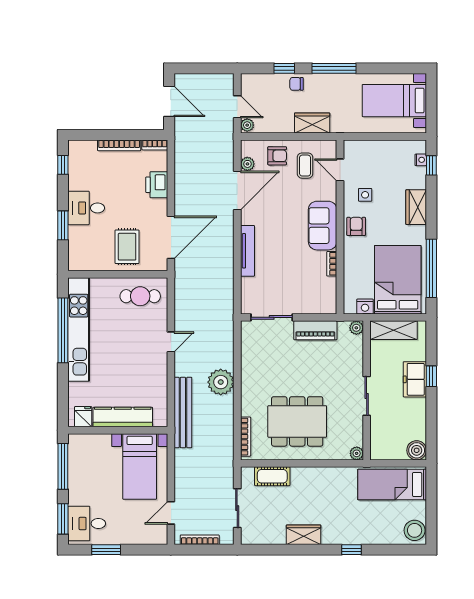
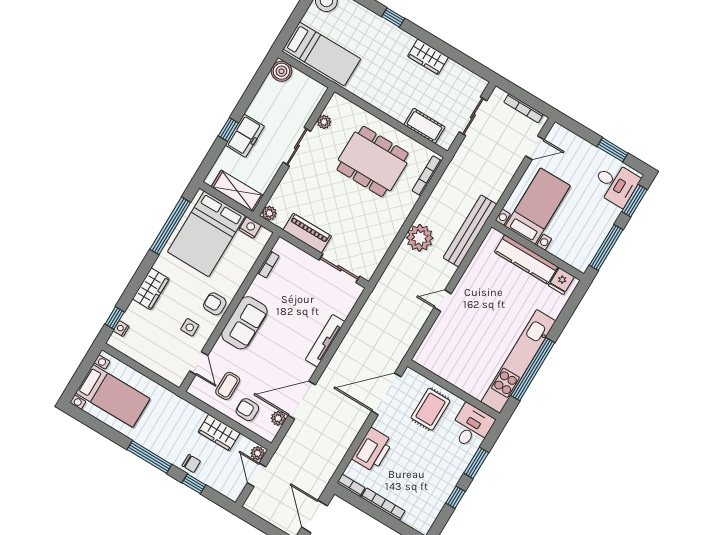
wardrobe: (312, 123) -> (219, 433), moved
window: (63, 165) -> (456, 497), moved
printer: (157, 185) -> (373, 450), width x1.37, depth x1.19
desk: (86, 208) -> (471, 427), moved, turned -90
armchair: (356, 226) -> (215, 304), turned 90
bookcase: (332, 264) -> (268, 264), moved
cafe table: (140, 296) -> (445, 358), removed
plant: (357, 453) -> (324, 122), moved

